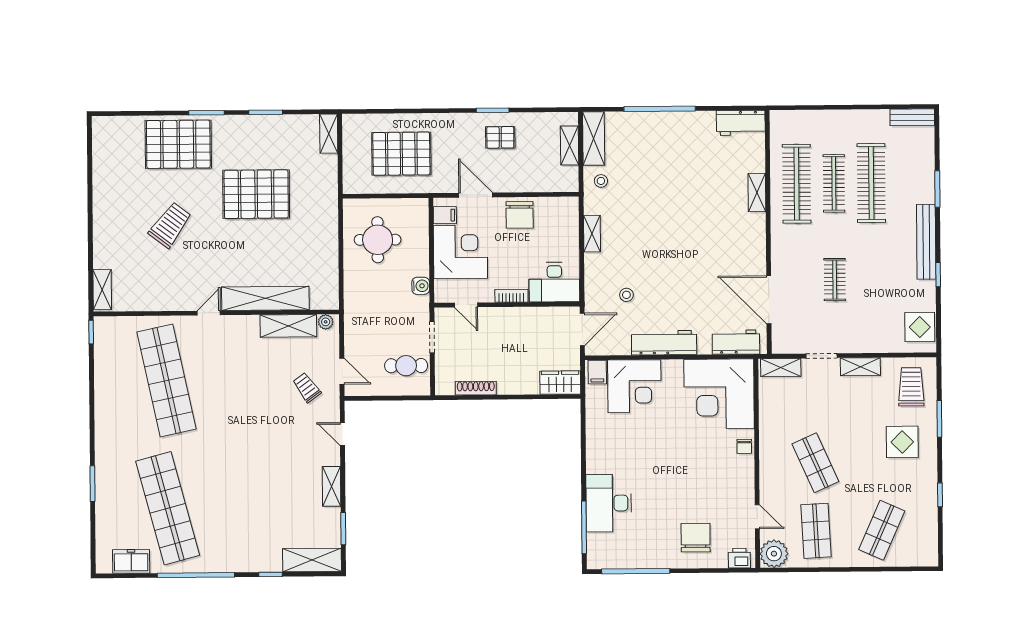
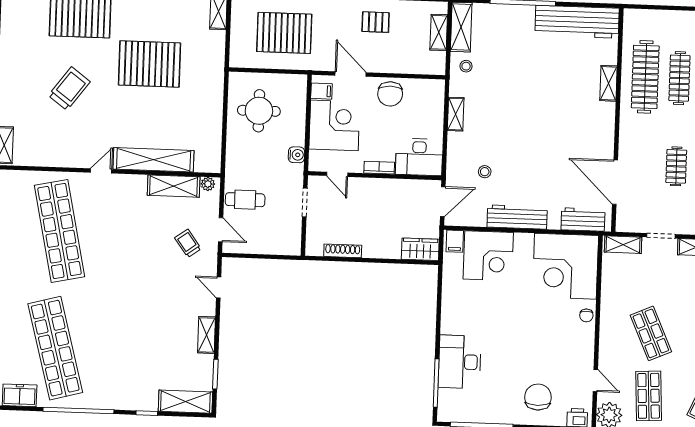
workbench: (741, 123) -> (577, 22), width x1.87, depth x1.32
cafe table: (406, 366) -> (245, 200), moved

